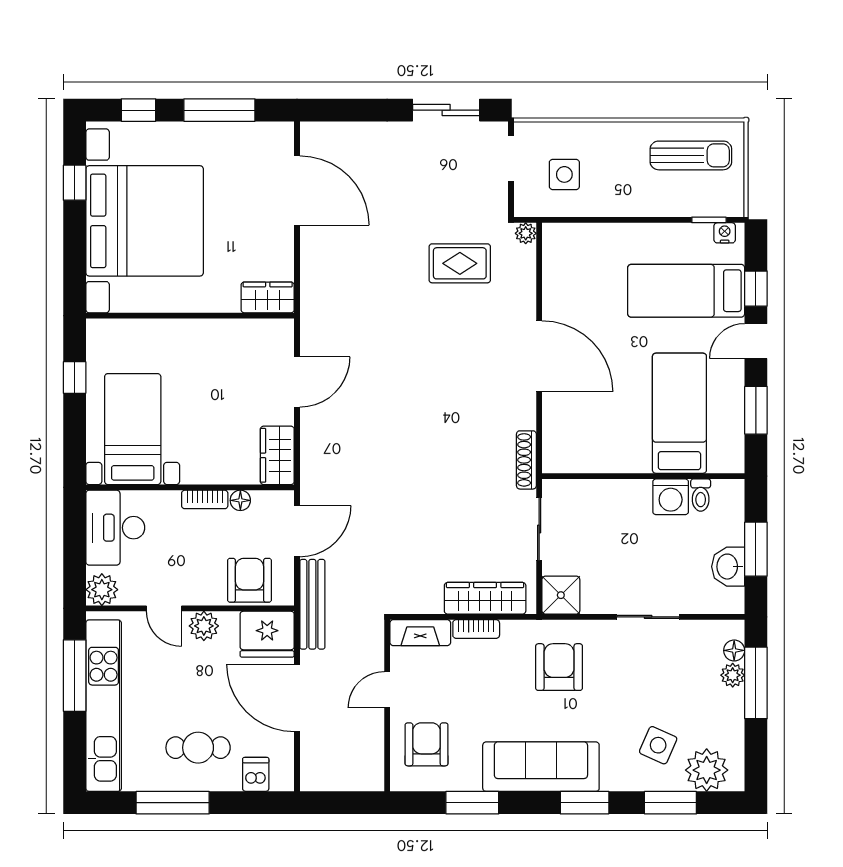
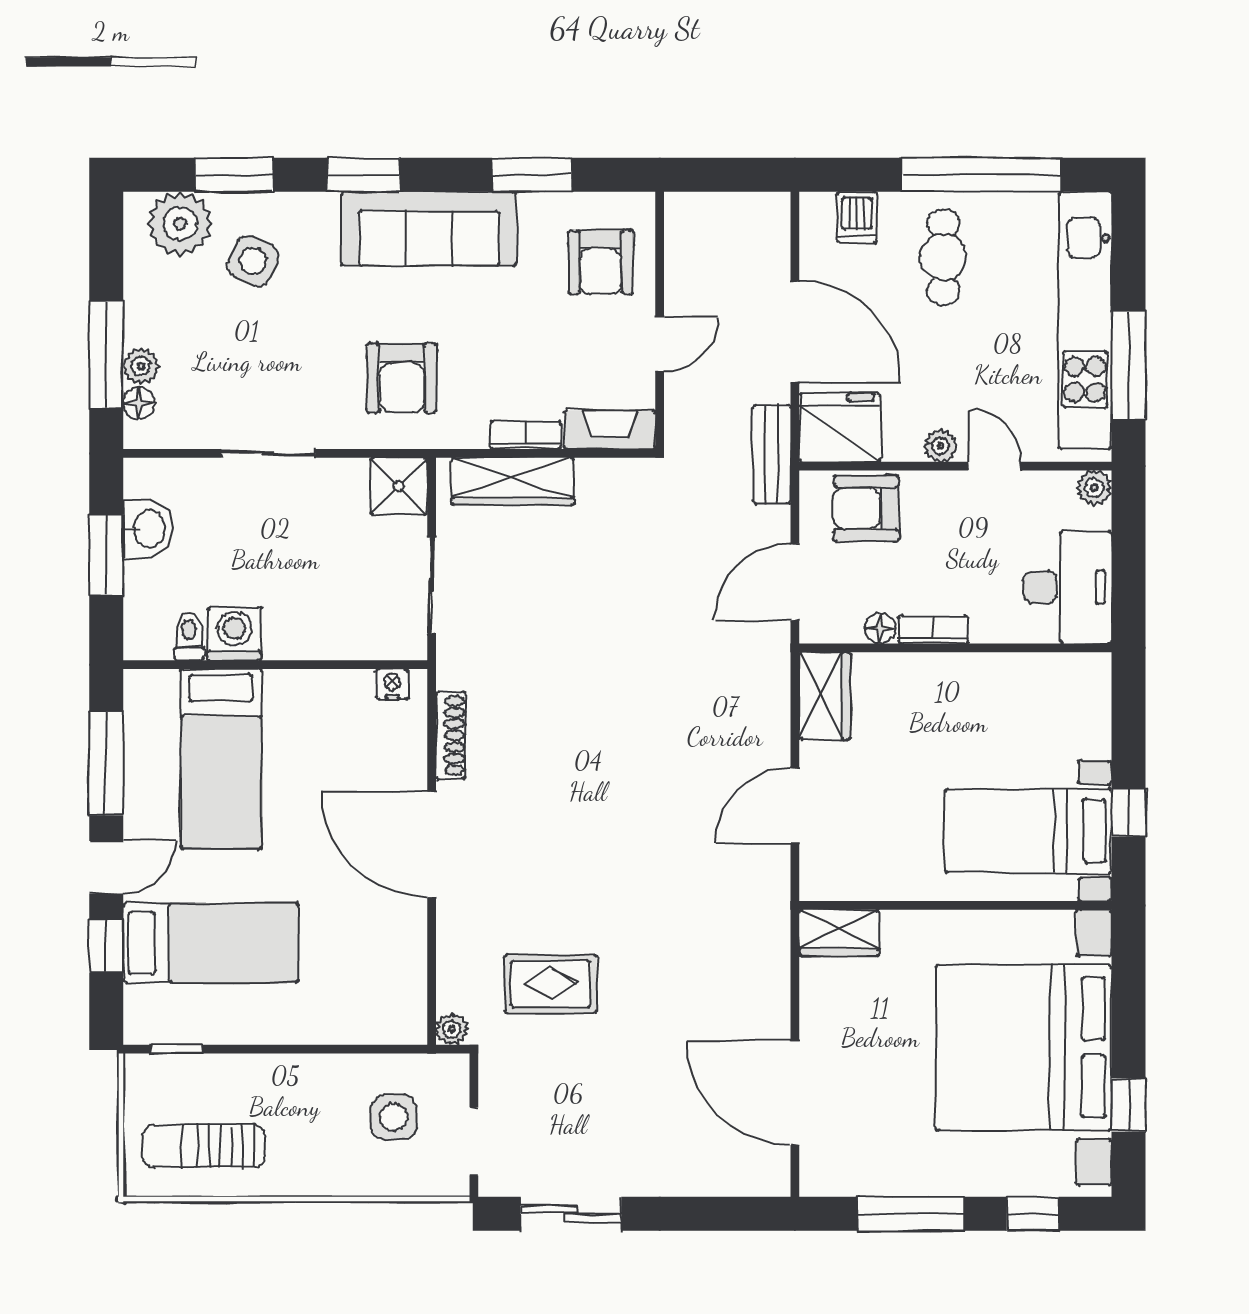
nightstand: (725, 233) -> (392, 684), moved, turned 180
window: (756, 410) -> (106, 763), width x1.44
bed with nightstands: (133, 429) -> (1028, 831), moved, turned 90
shoe rack: (526, 460) -> (451, 735), moved
armchair: (249, 580) -> (866, 508), turned 90
plant: (102, 590) -> (1094, 488), width x0.73, depth x0.73
bench: (312, 604) -> (772, 454), width x0.73
plant: (204, 626) -> (941, 446), width x0.73, depth x0.73
cafe table: (198, 748) -> (943, 257), turned 90
window: (173, 803) -> (981, 175), width x1.46

